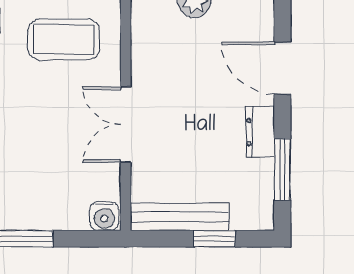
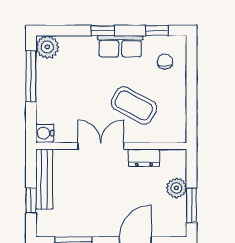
coffee table: (64, 40) -> (134, 105), moved, turned -62
dresser: (260, 132) -> (144, 158), moved, turned 180

